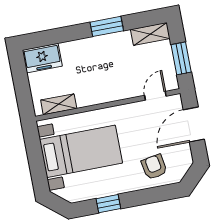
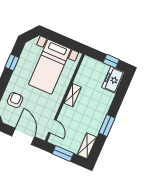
window: (20, 77) -> (111, 61), added
shelving: (59, 104) -> (73, 95), moved
armchair: (154, 167) -> (15, 100), turned -80

